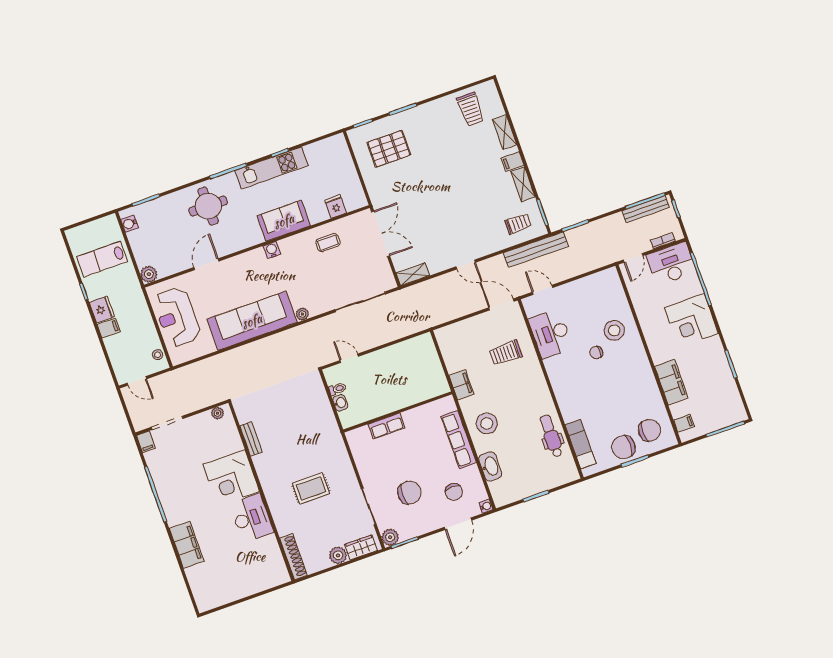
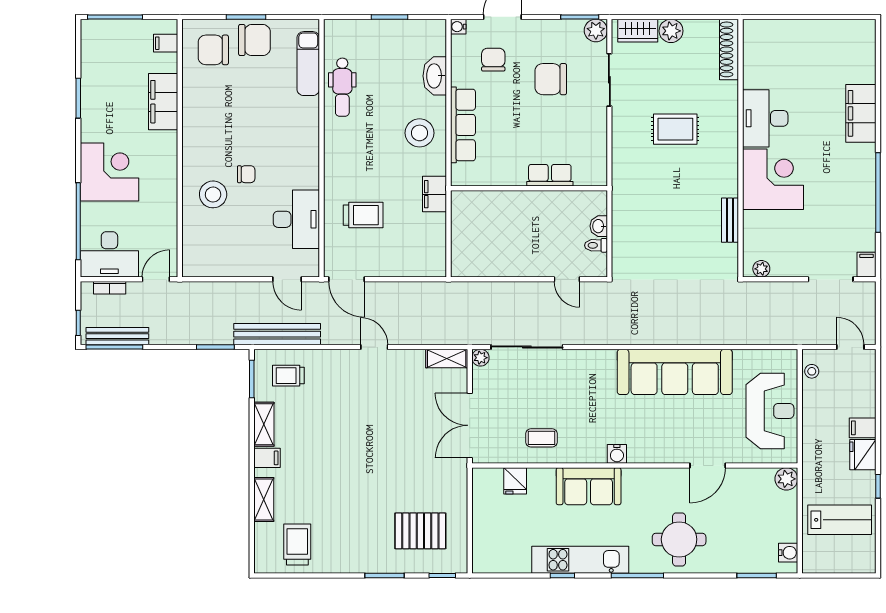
plant: (302, 314) -> (480, 358), moved

